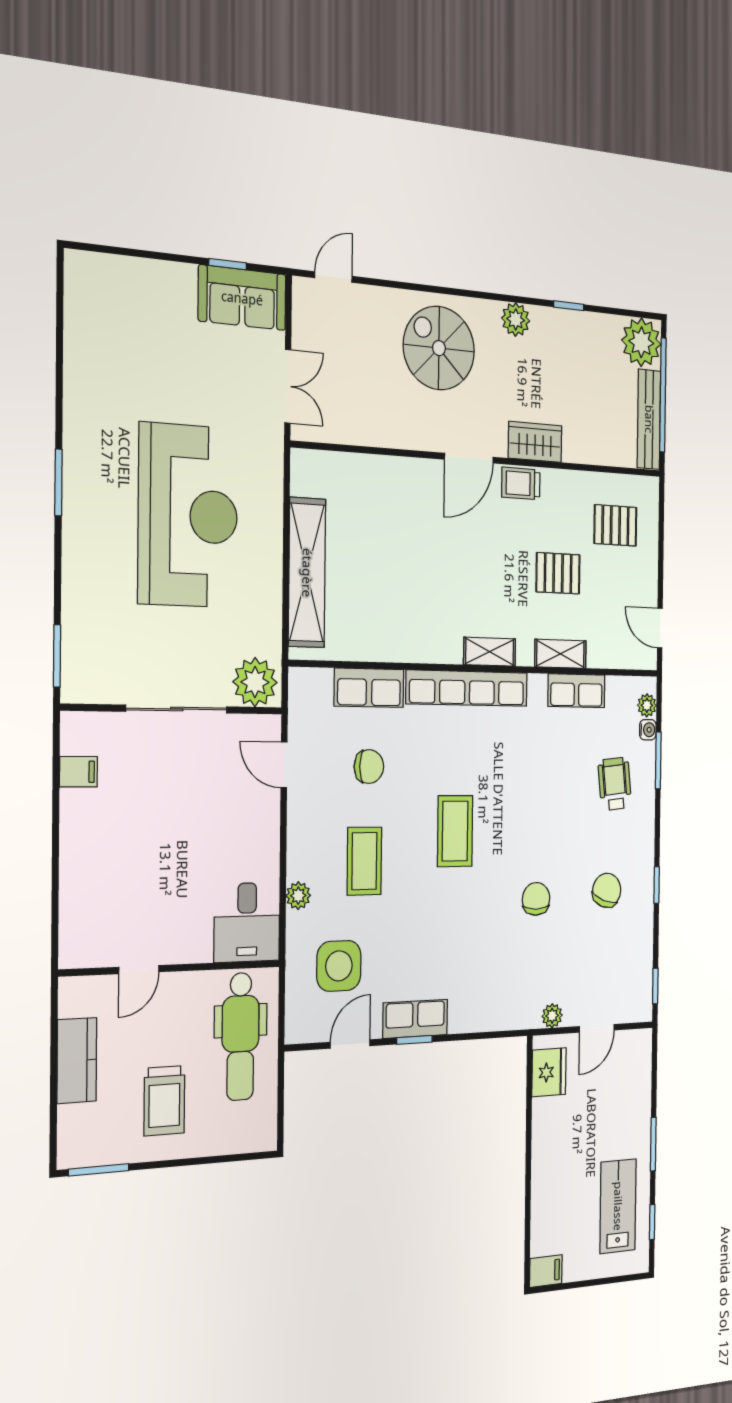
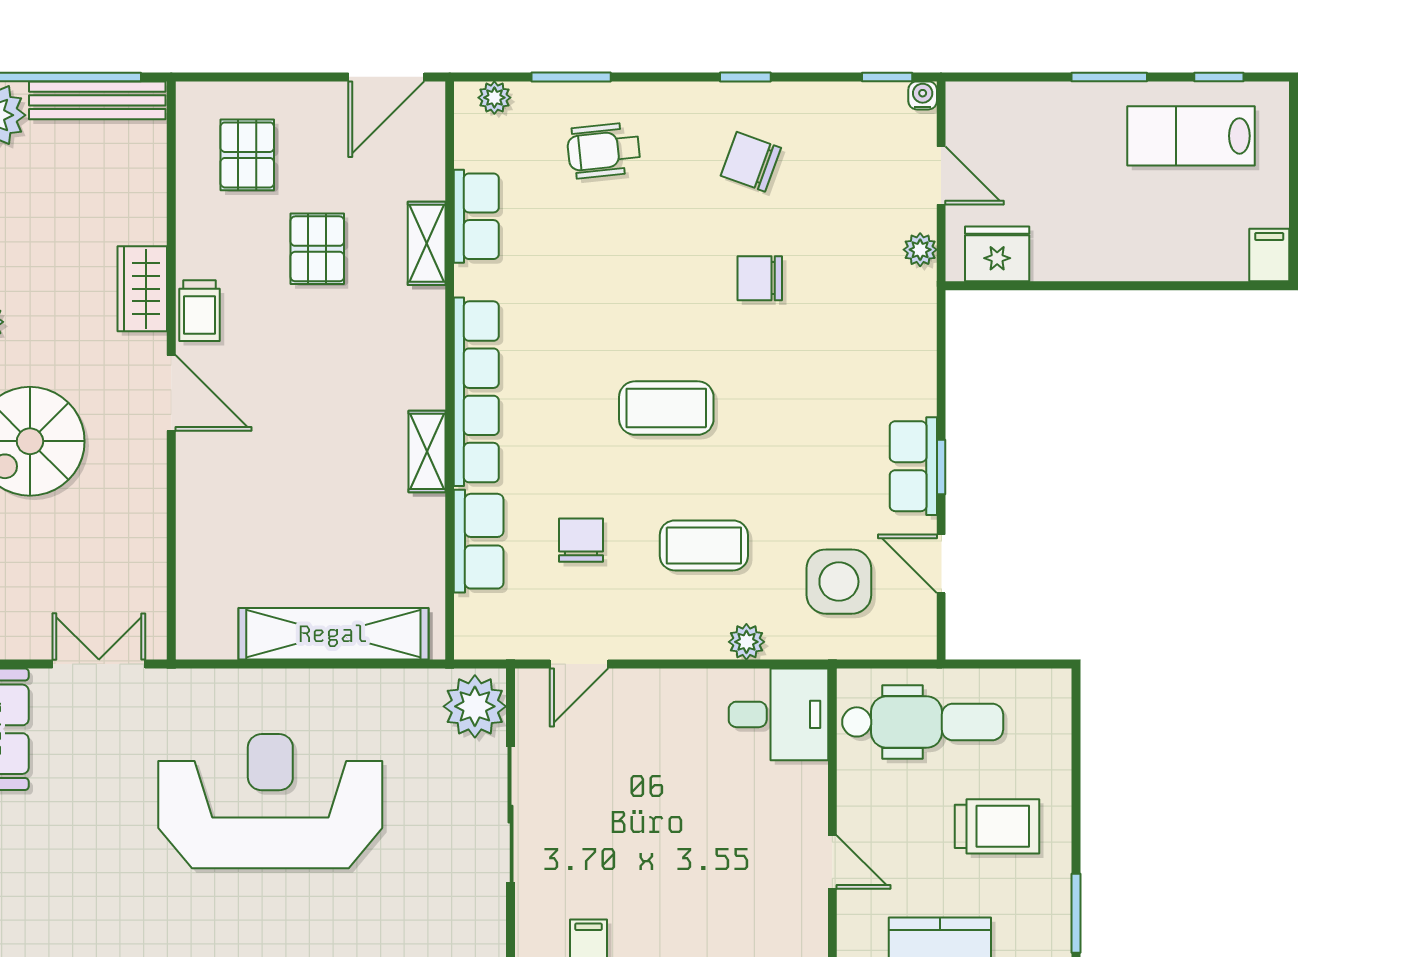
door: (660, 628) -> (386, 77), width x1.38
shelving: (490, 652) -> (427, 451), moved
water cooler: (648, 730) -> (923, 95), moved

